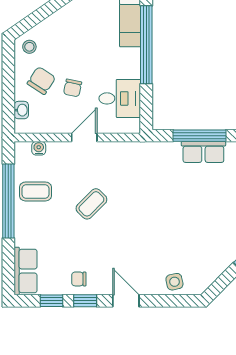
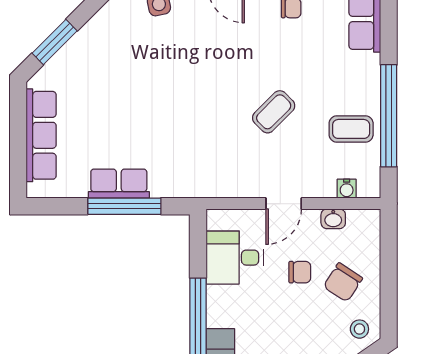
chair: (73, 88) -> (300, 272), turned 78
washbasin: (21, 110) -> (333, 219), moved, turned -90

